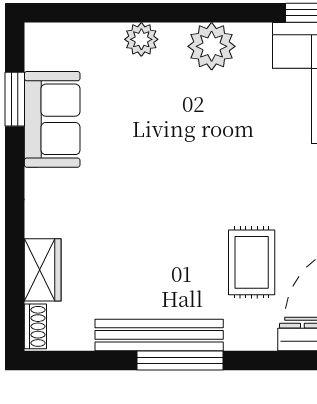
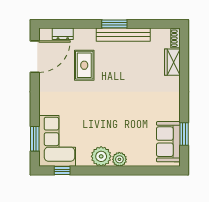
plant: (141, 39) -> (119, 159), moved
sofa: (52, 119) -> (168, 142), moved
window: (180, 360) -> (114, 24), width x0.69

